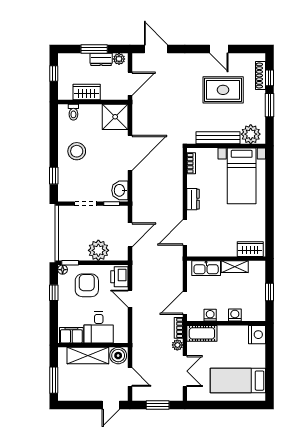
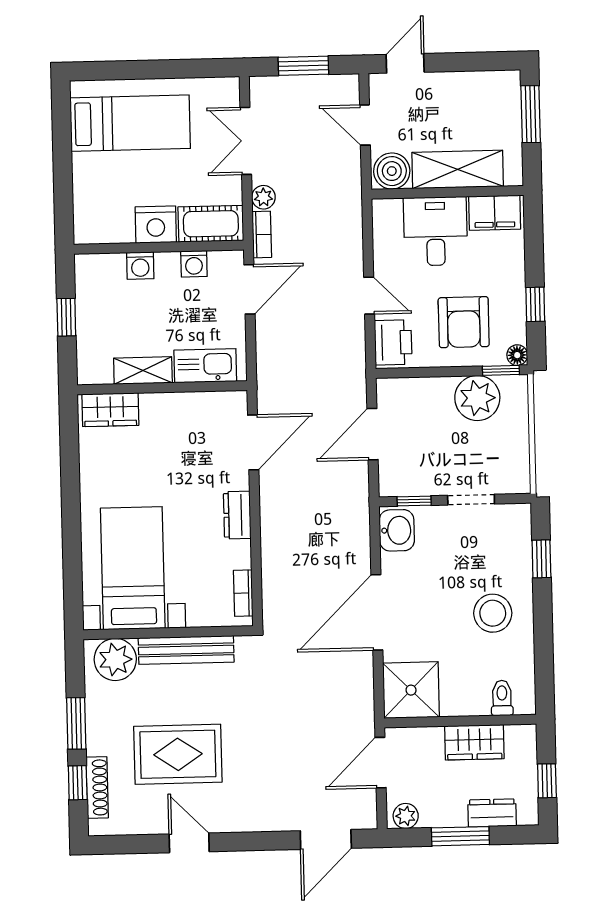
door: (156, 49) -> (326, 839), hinge flipped
dresser: (101, 59) -> (492, 813), moved
plant: (98, 250) -> (477, 398), moved
nightstand: (257, 335) -> (156, 225), moved, turned -90

